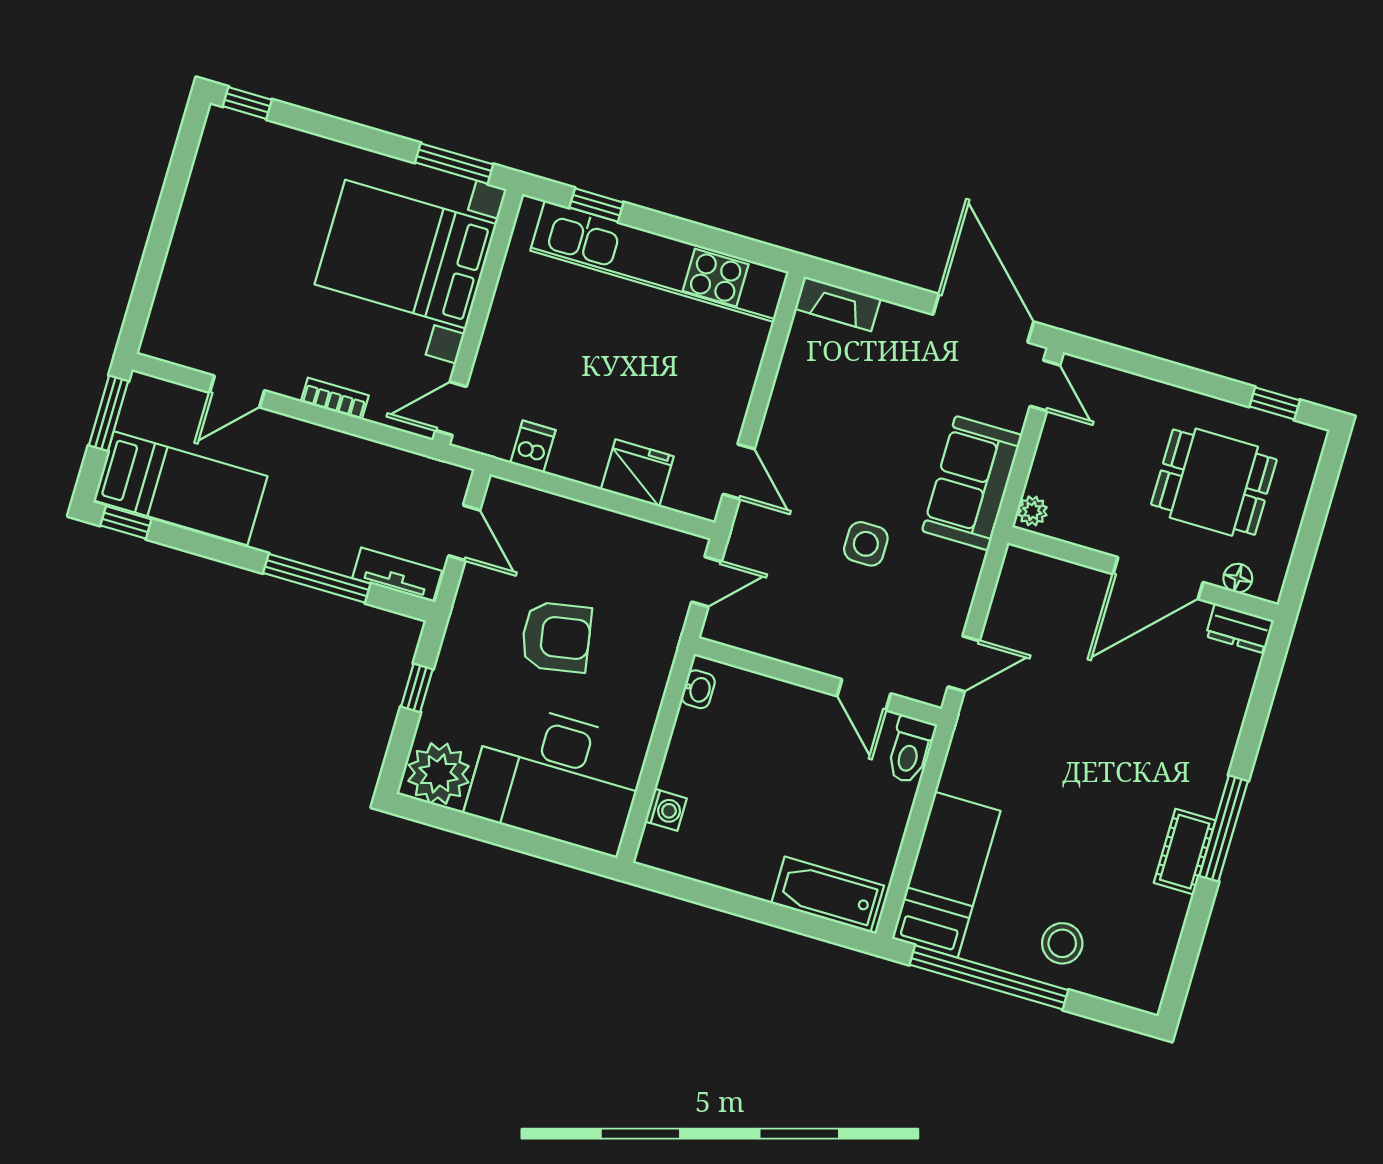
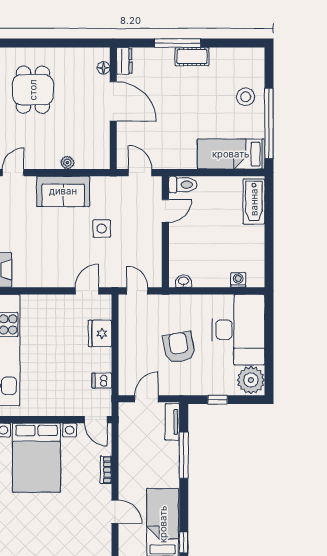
wall: (1143, 574) -> (113, 108), moved
door: (1158, 578) -> (113, 101), moved
floor lamp: (1238, 578) -> (103, 68), moved
dresser: (1240, 628) -> (124, 61), moved

